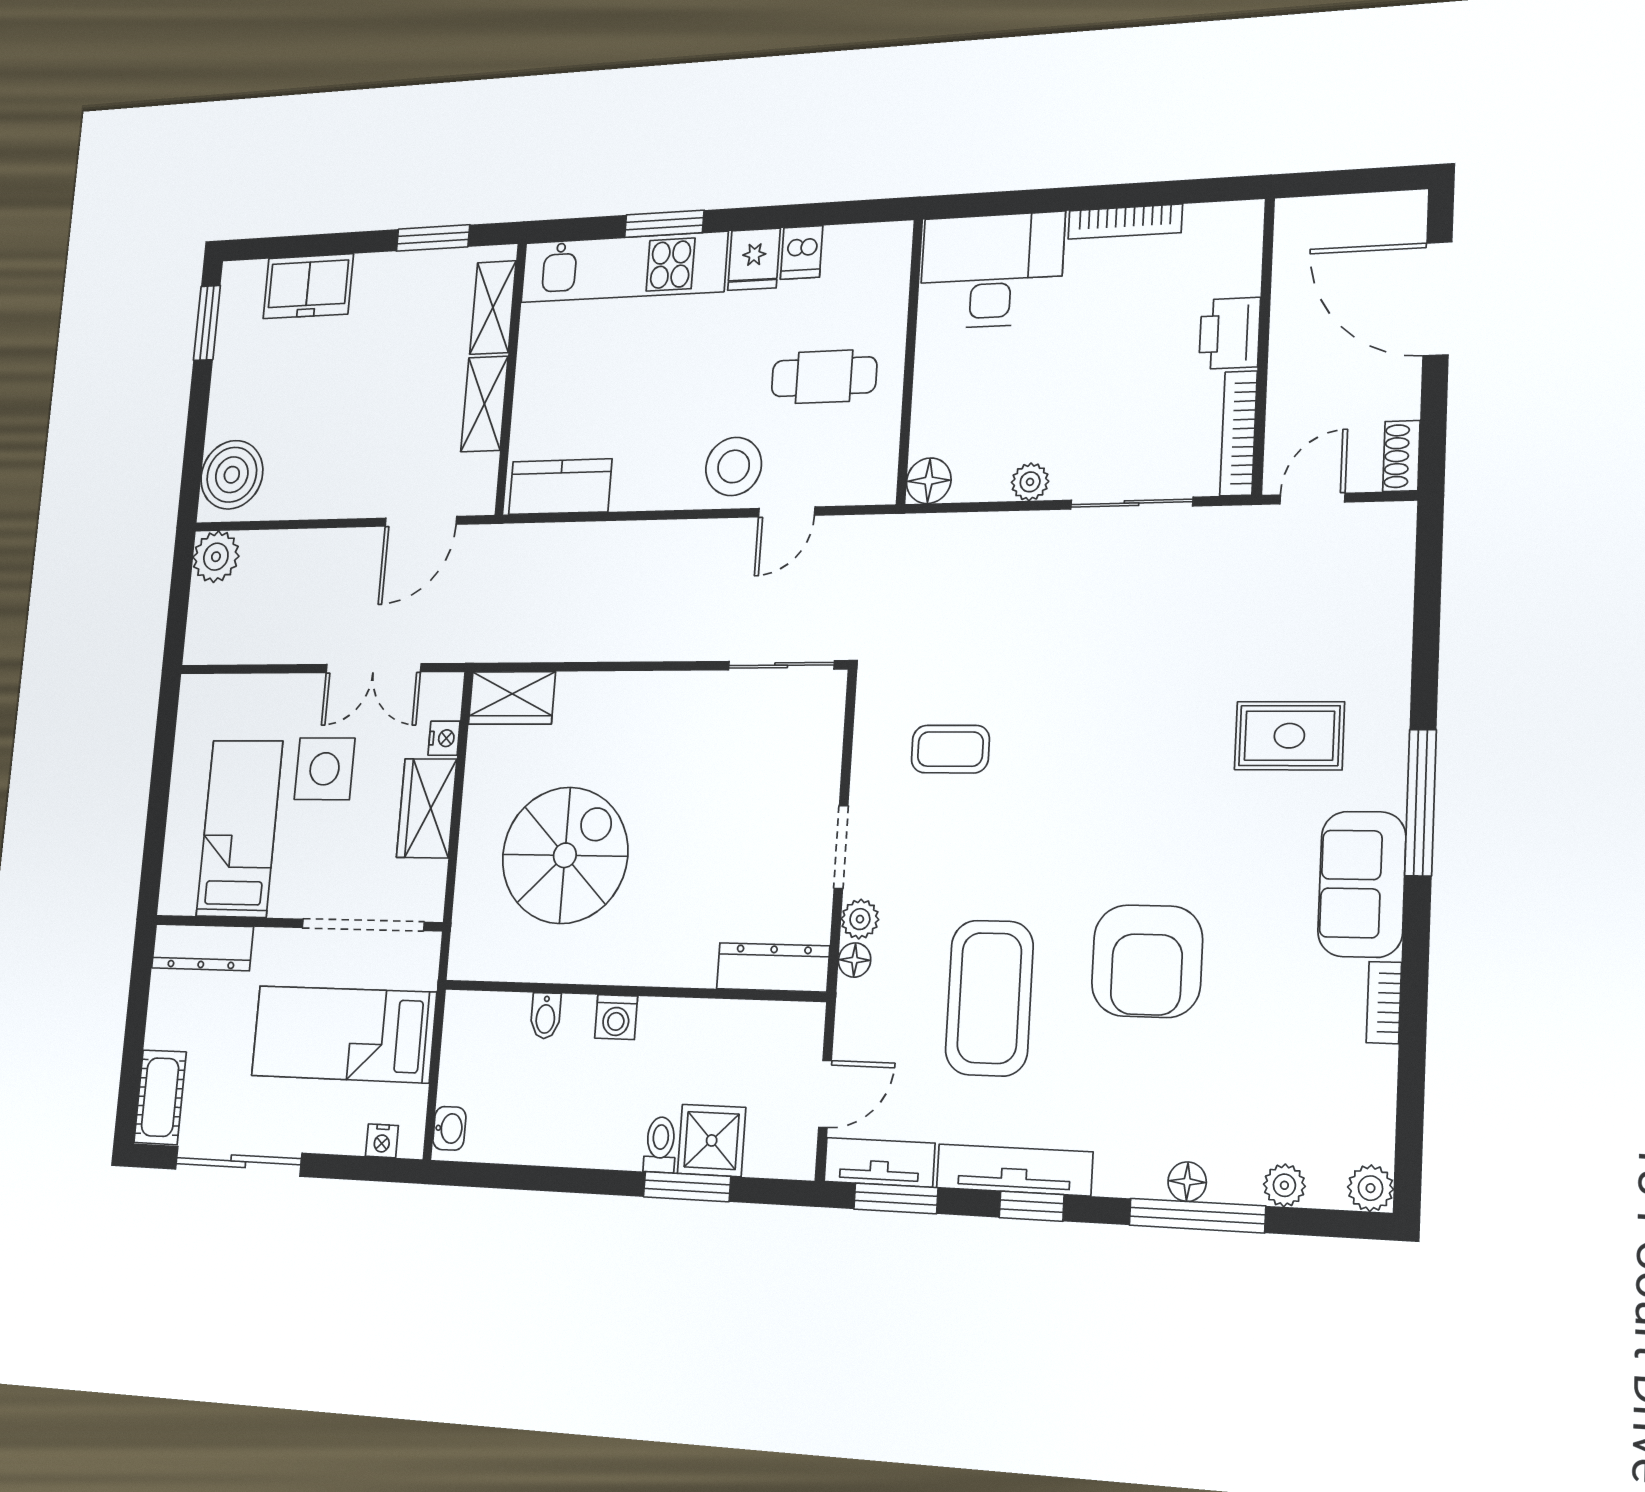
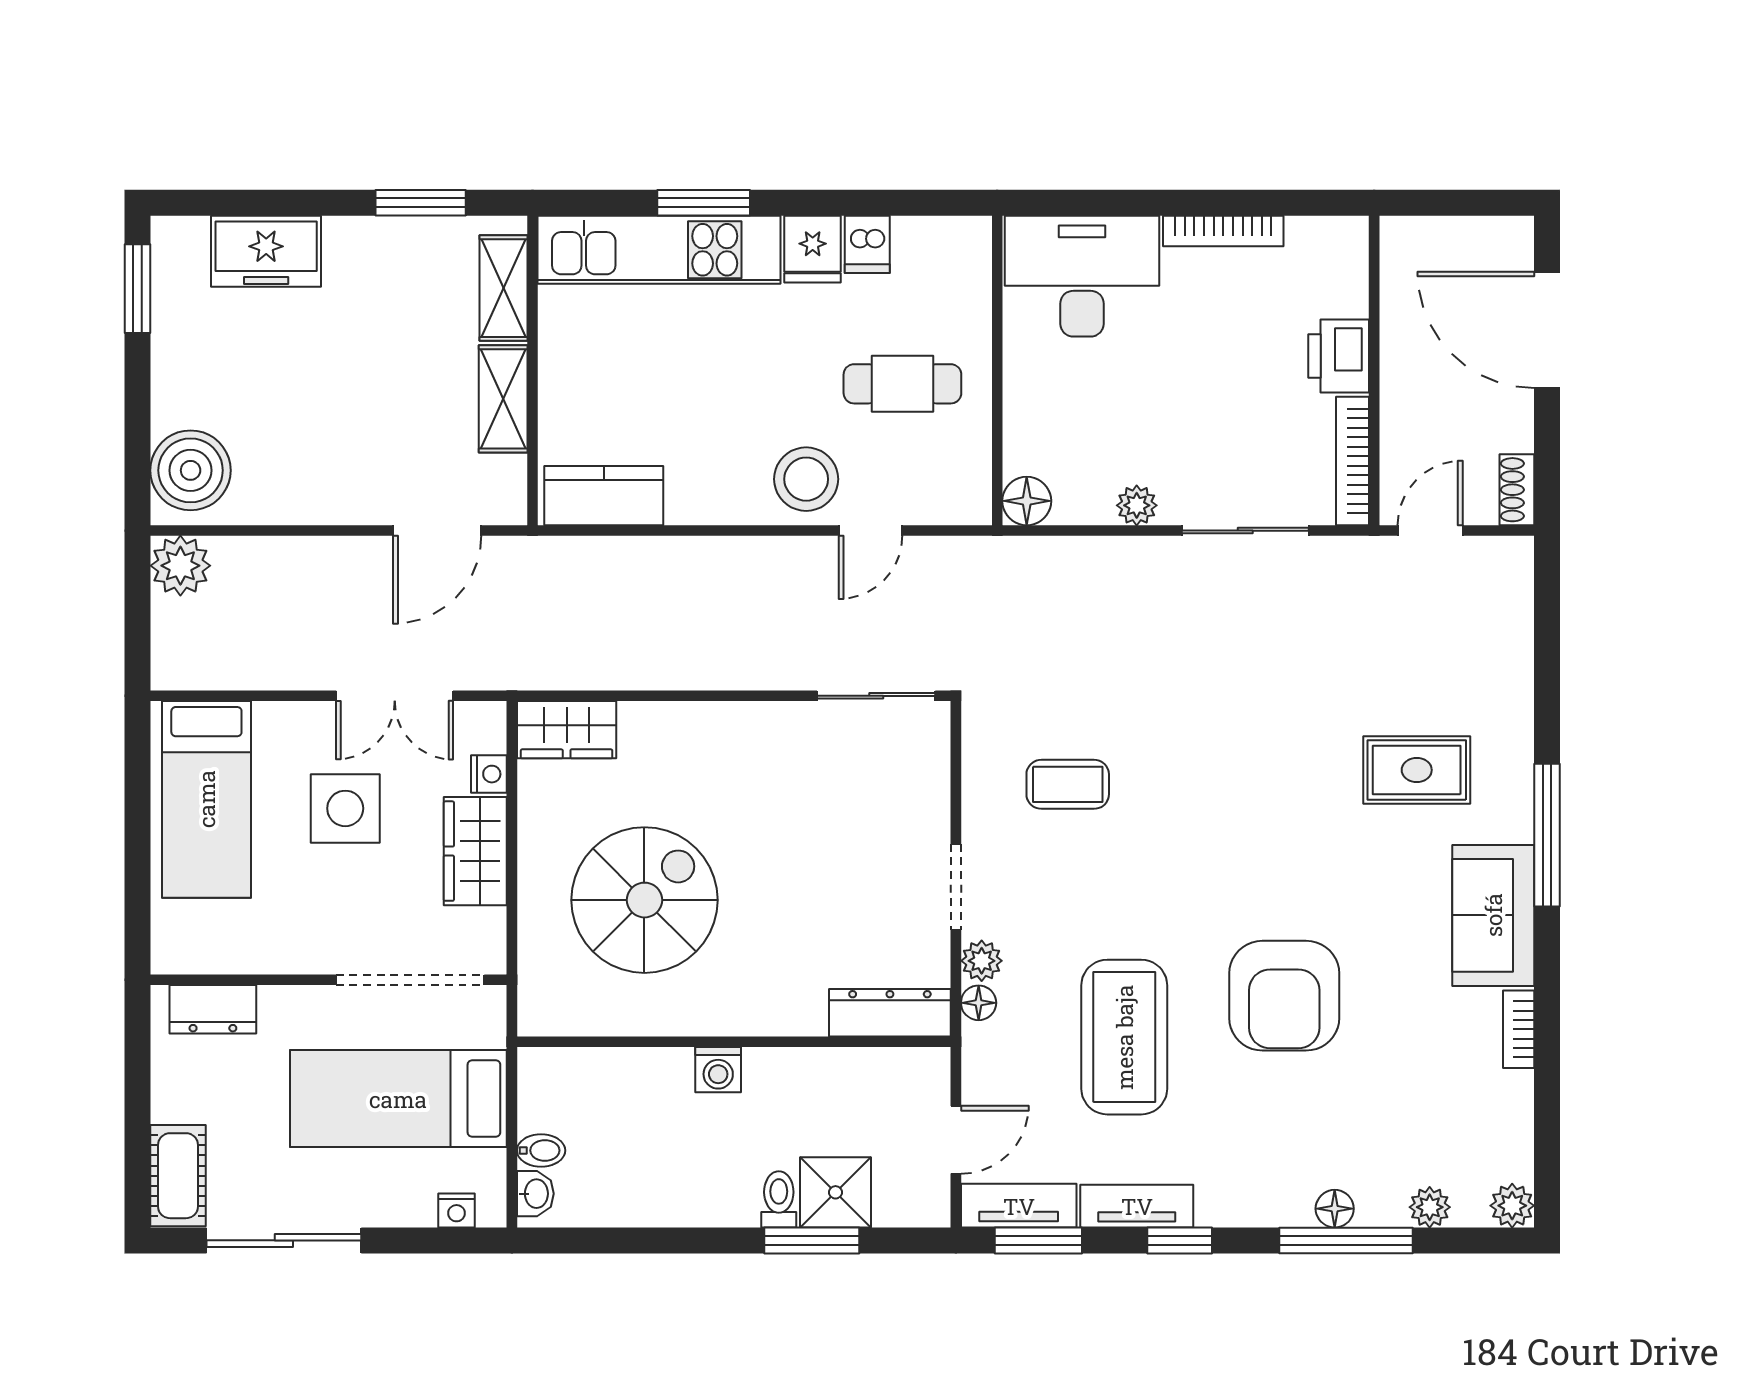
bed: (240, 829) -> (206, 799), moved, turned 180
dresser: (202, 947) -> (213, 1009), width x0.70
bidet: (546, 1016) -> (541, 1150), moved, turned -90
tv unit: (1014, 1170) -> (1137, 1206), width x0.71

